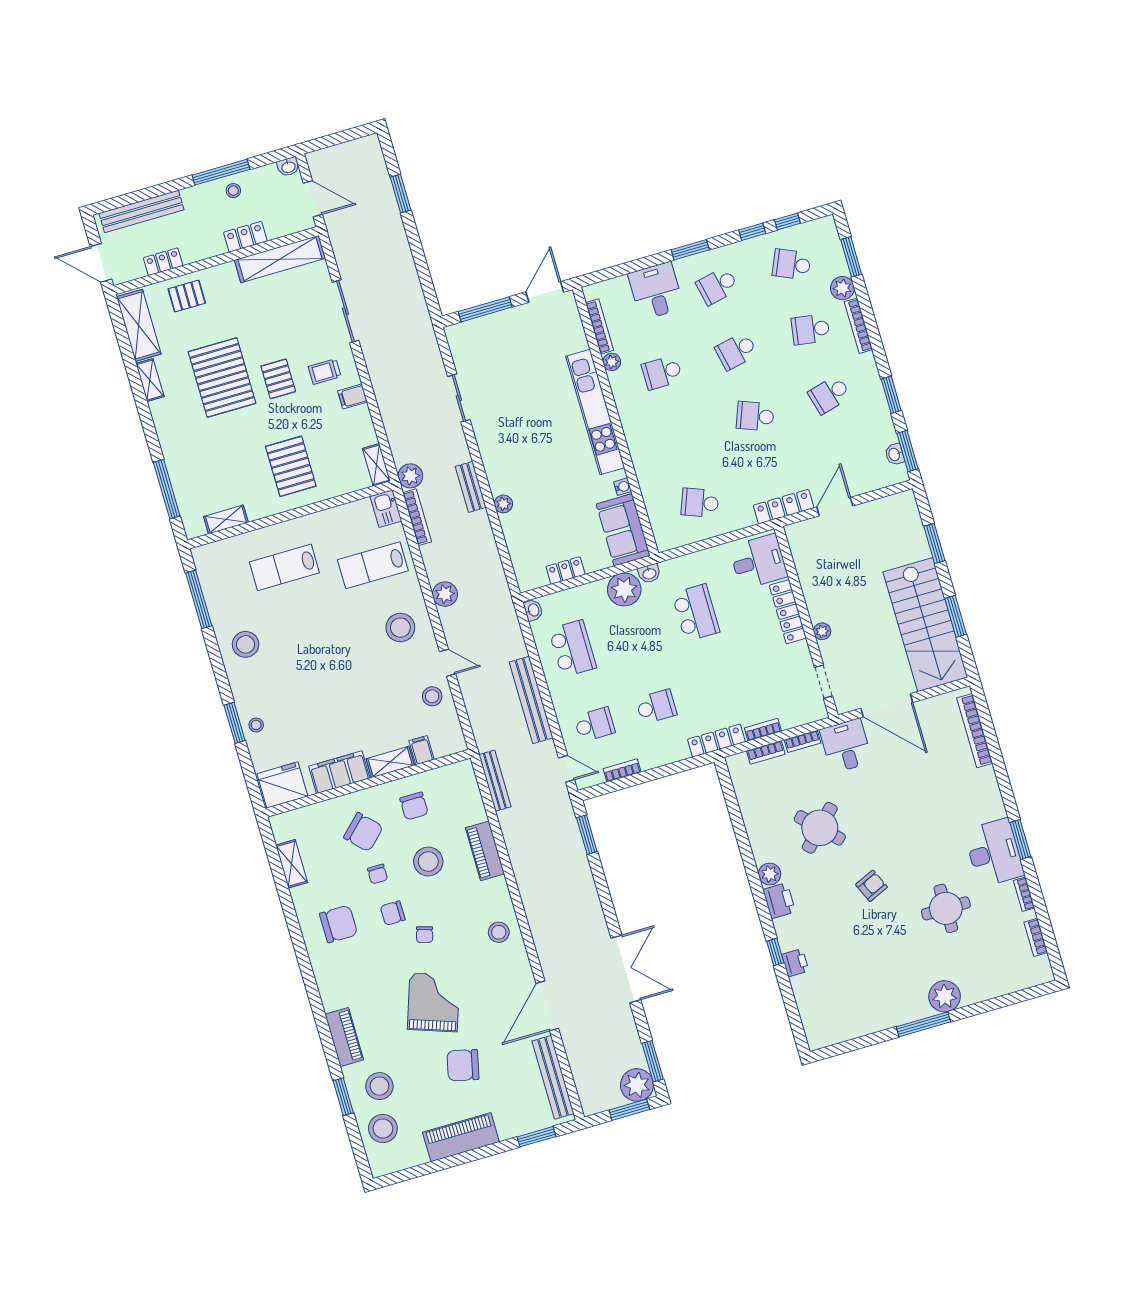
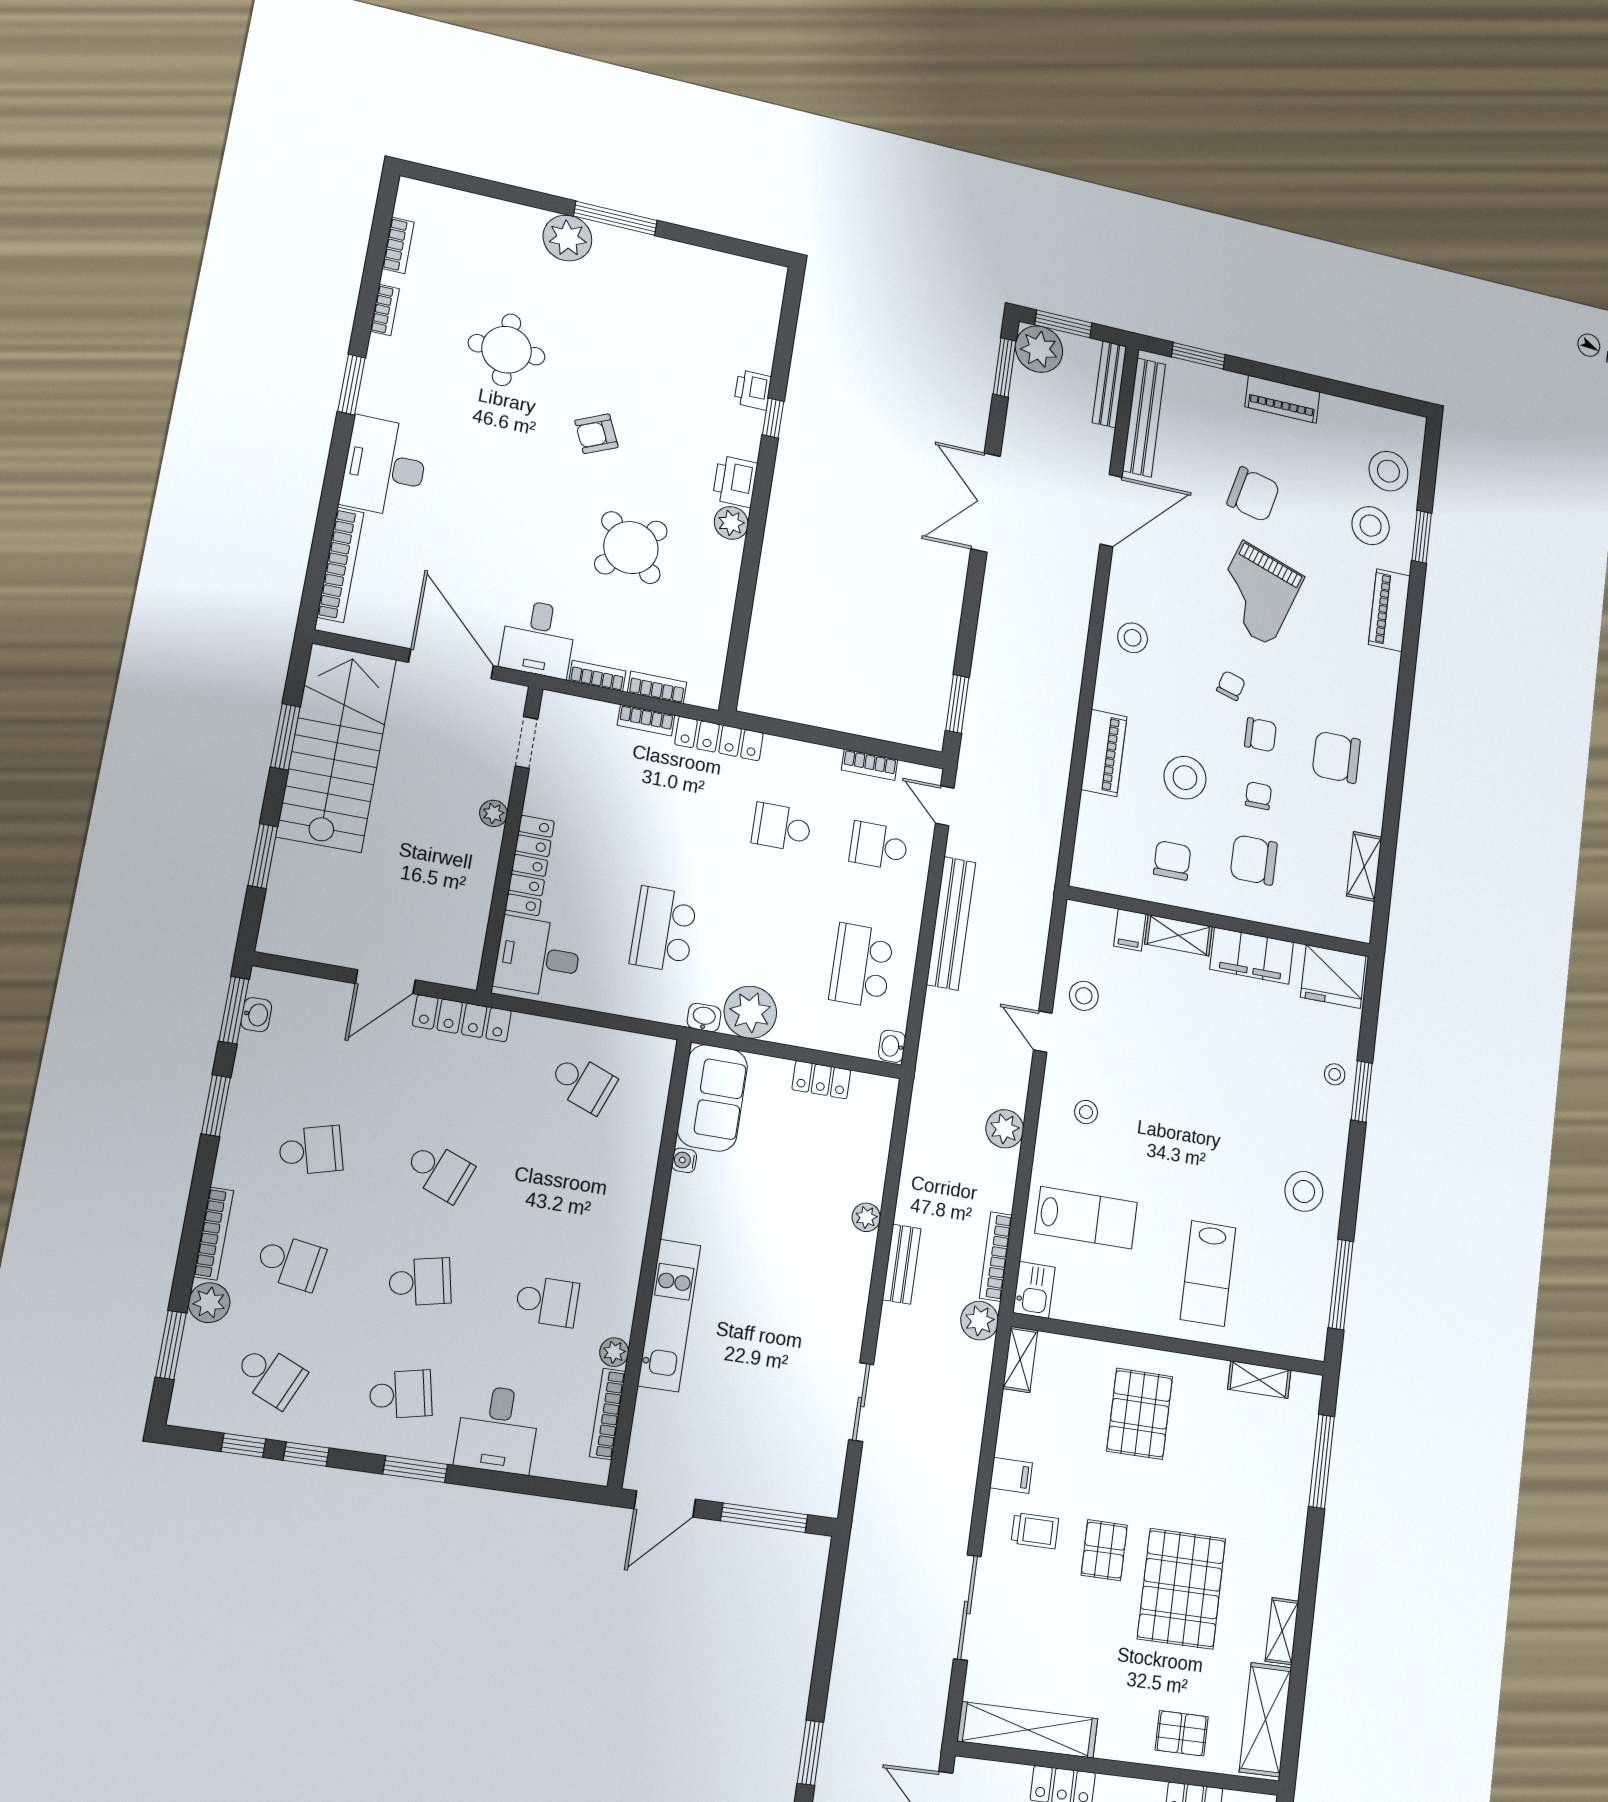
kitchen unit: (595, 412) -> (669, 1315), width x0.73
lab bench: (284, 567) -> (1208, 1273), turned 90
stool: (400, 628) -> (1086, 1112), width x0.53, depth x0.53
bench: (495, 781) -> (1109, 384), moved
chair: (363, 832) -> (1254, 860), turned -46
desk: (994, 853) -> (385, 467), moved
piano: (461, 1137) -> (1282, 399), width x0.73, depth x0.75

